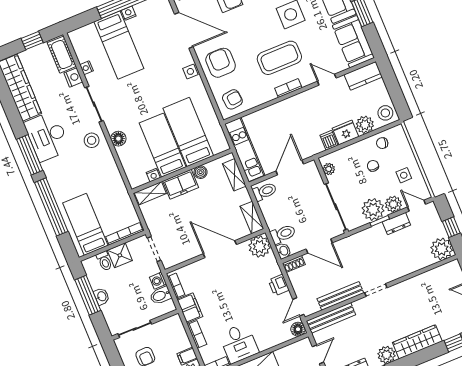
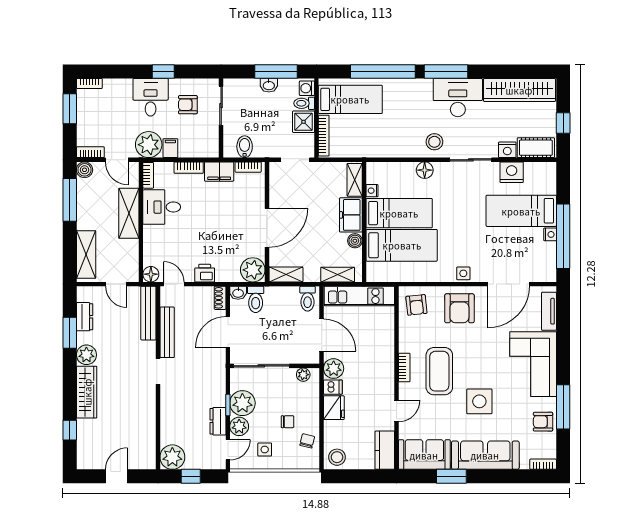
armchair: (221, 63) -> (459, 308), turned 90
nightstand: (87, 68) -> (512, 172), width x1.89, depth x1.79
plant: (365, 125) -> (334, 369), moved
washing machine: (158, 281) -> (307, 88), moved, turned -90

